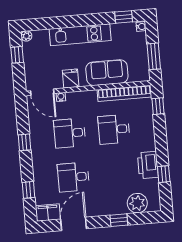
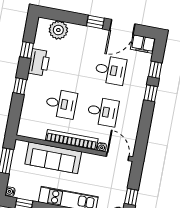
sofa: (107, 73) -> (53, 158), width x1.36
fridge: (71, 79) -> (88, 162), removed
bookcase: (124, 93) -> (72, 140), moved
window: (158, 106) -> (20, 86), moved
window: (24, 142) -> (151, 93), moved
window: (119, 220) -> (95, 22), moved

